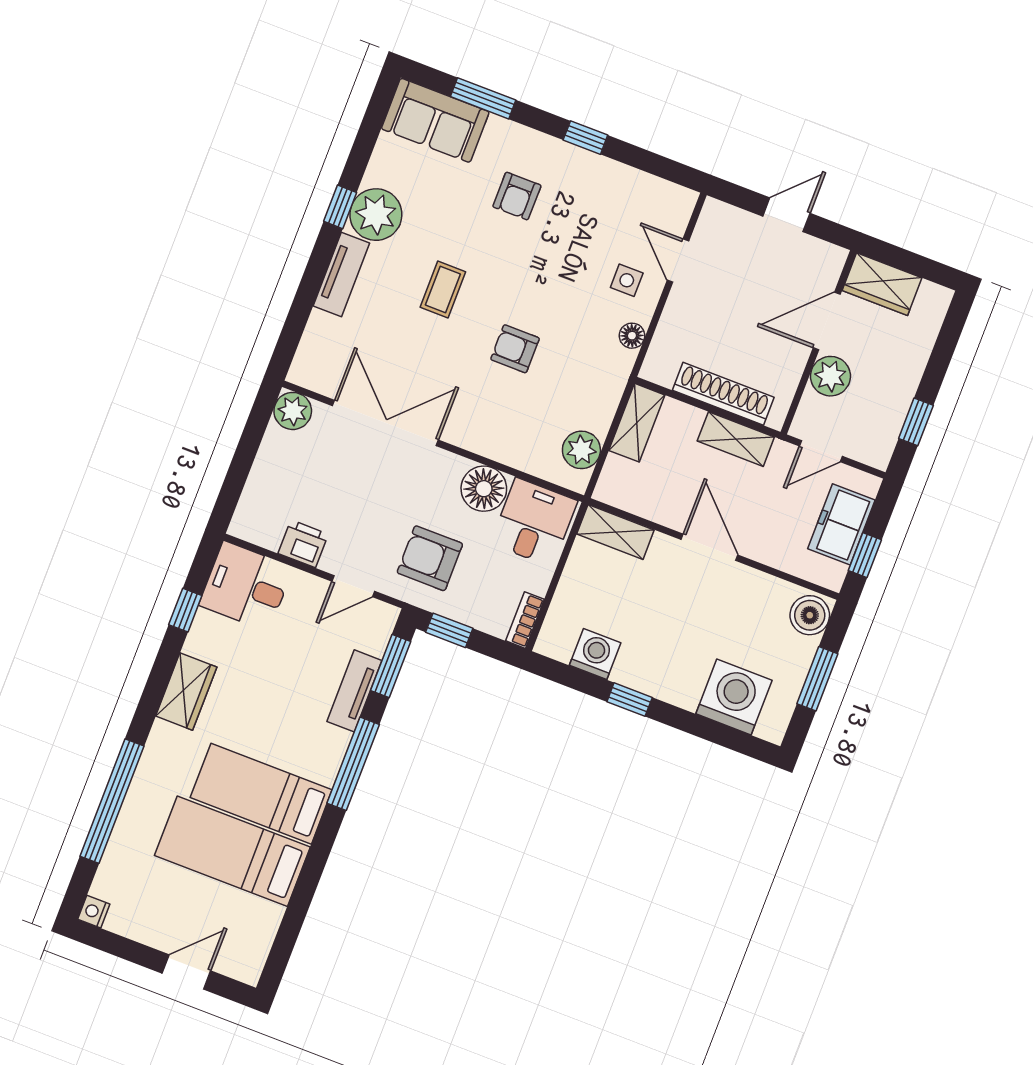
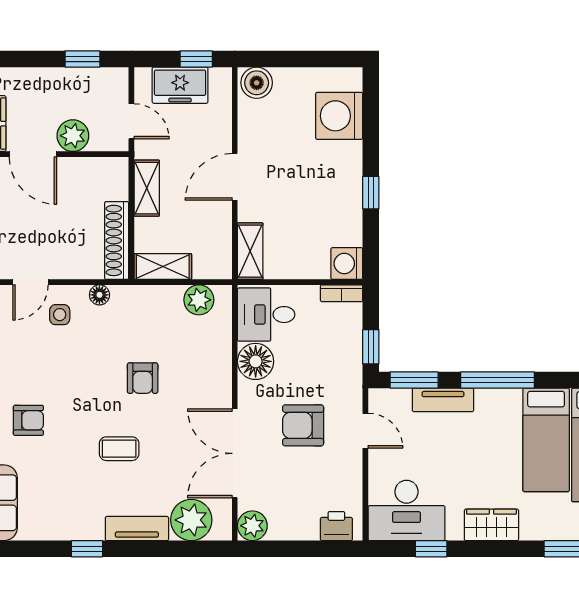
plant: (376, 215) -> (191, 520), moved
shoe rack: (723, 394) -> (117, 240), moved
printer: (303, 544) -> (336, 526), moved, turned 90
armchair: (430, 558) -> (303, 425), moved, turned 90
desk: (246, 586) -> (406, 510), width x1.37
washing machine: (595, 654) -> (347, 264), moved
window: (817, 679) -> (302, 59), removed

